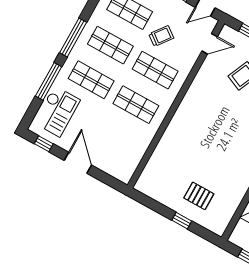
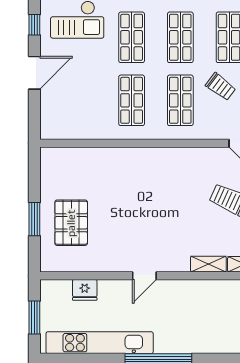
pallet: (199, 196) -> (71, 223), width x1.50, depth x1.42
window: (182, 221) -> (34, 219), width x1.50

